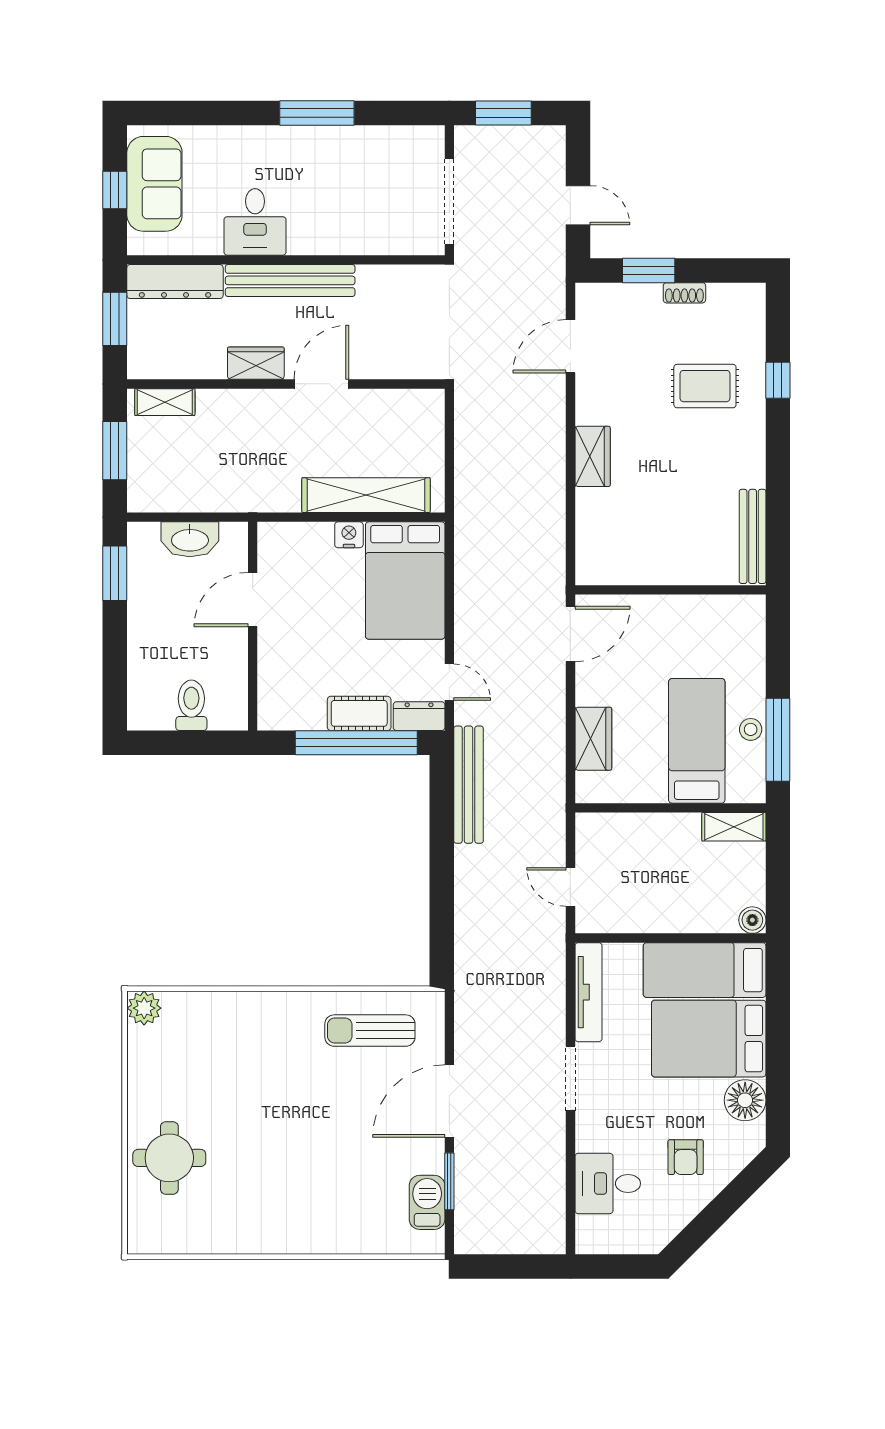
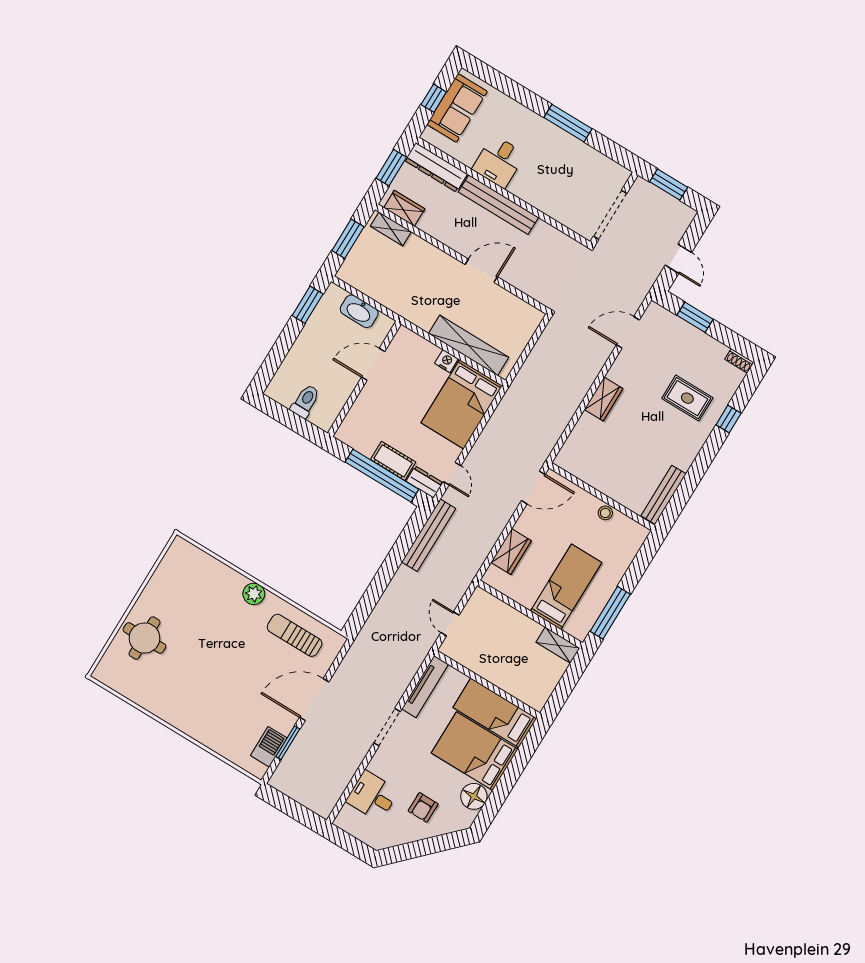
shoe rack: (684, 293) -> (739, 361), moved
wardrobe: (256, 363) -> (404, 208), moved
stool: (751, 729) -> (605, 513), moved
boiler: (752, 920) -> (537, 702), removed
plant: (144, 1008) -> (254, 594), moved

